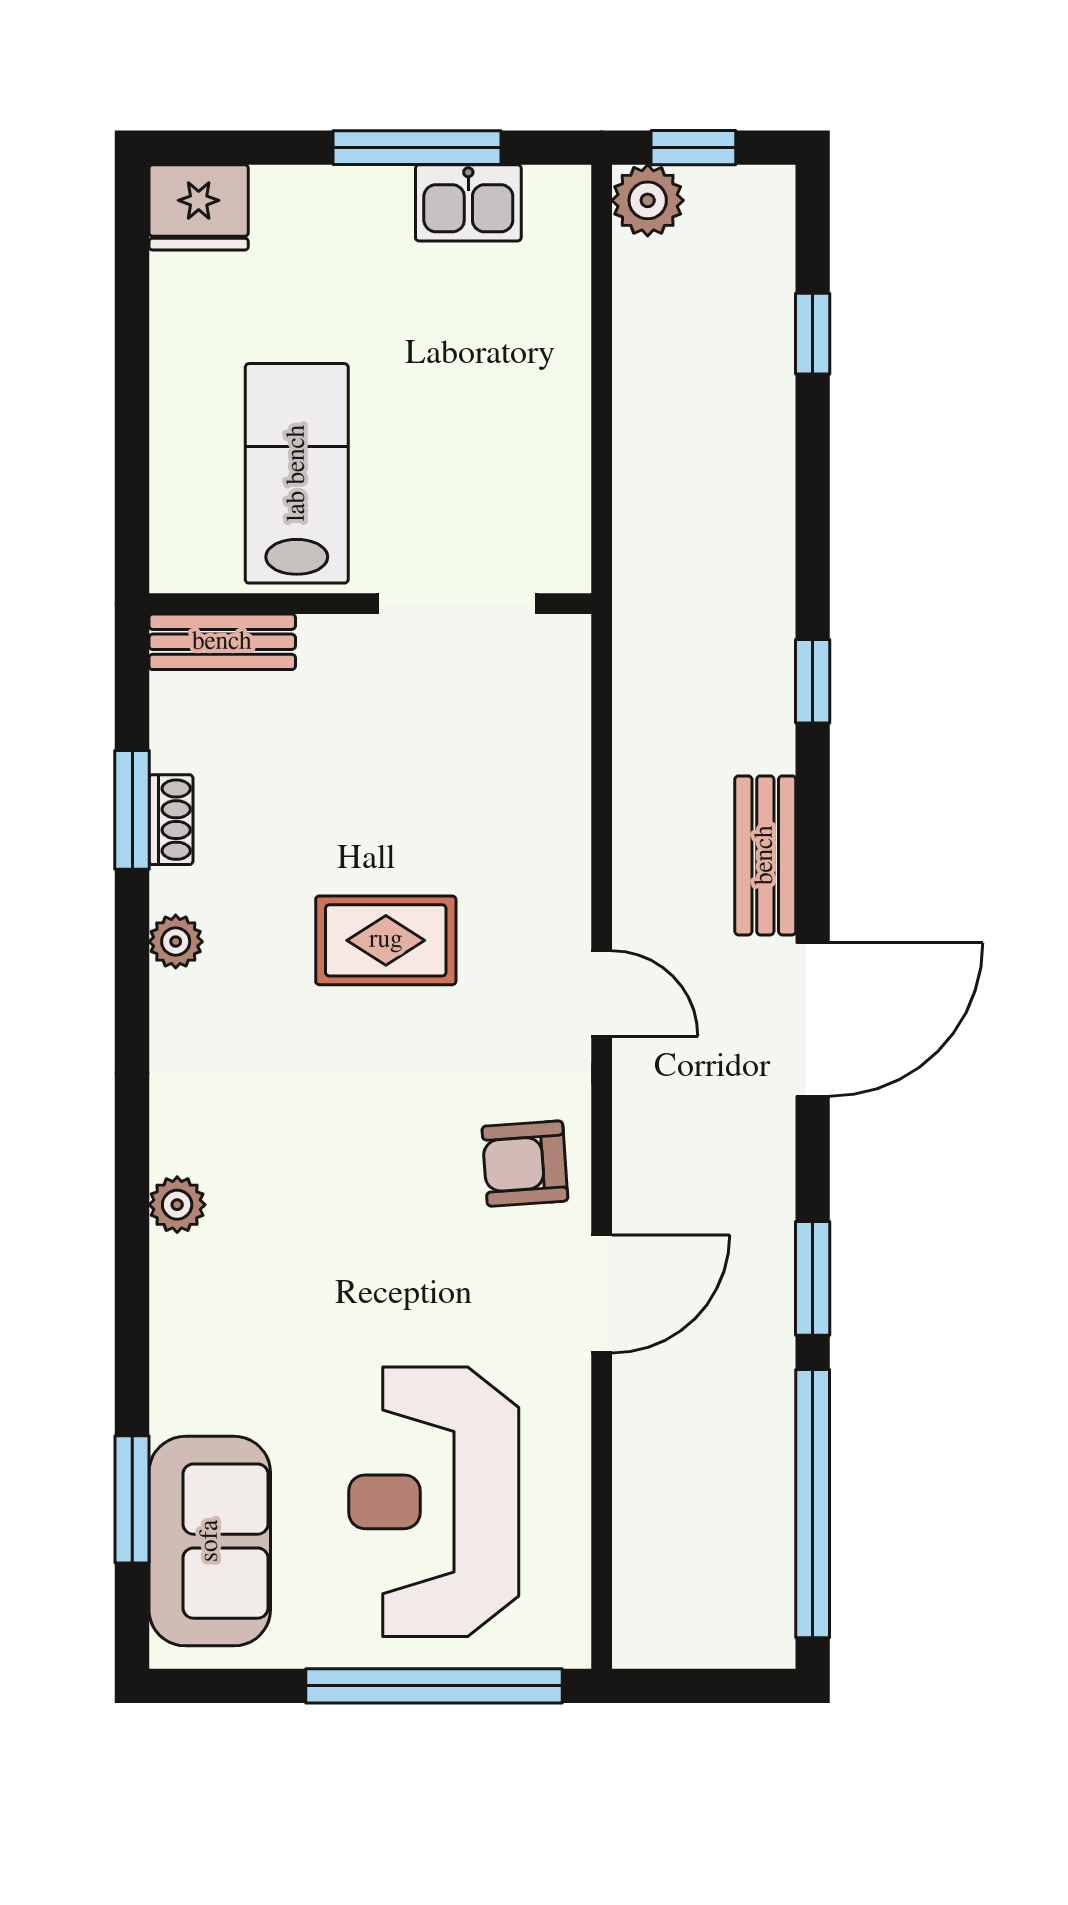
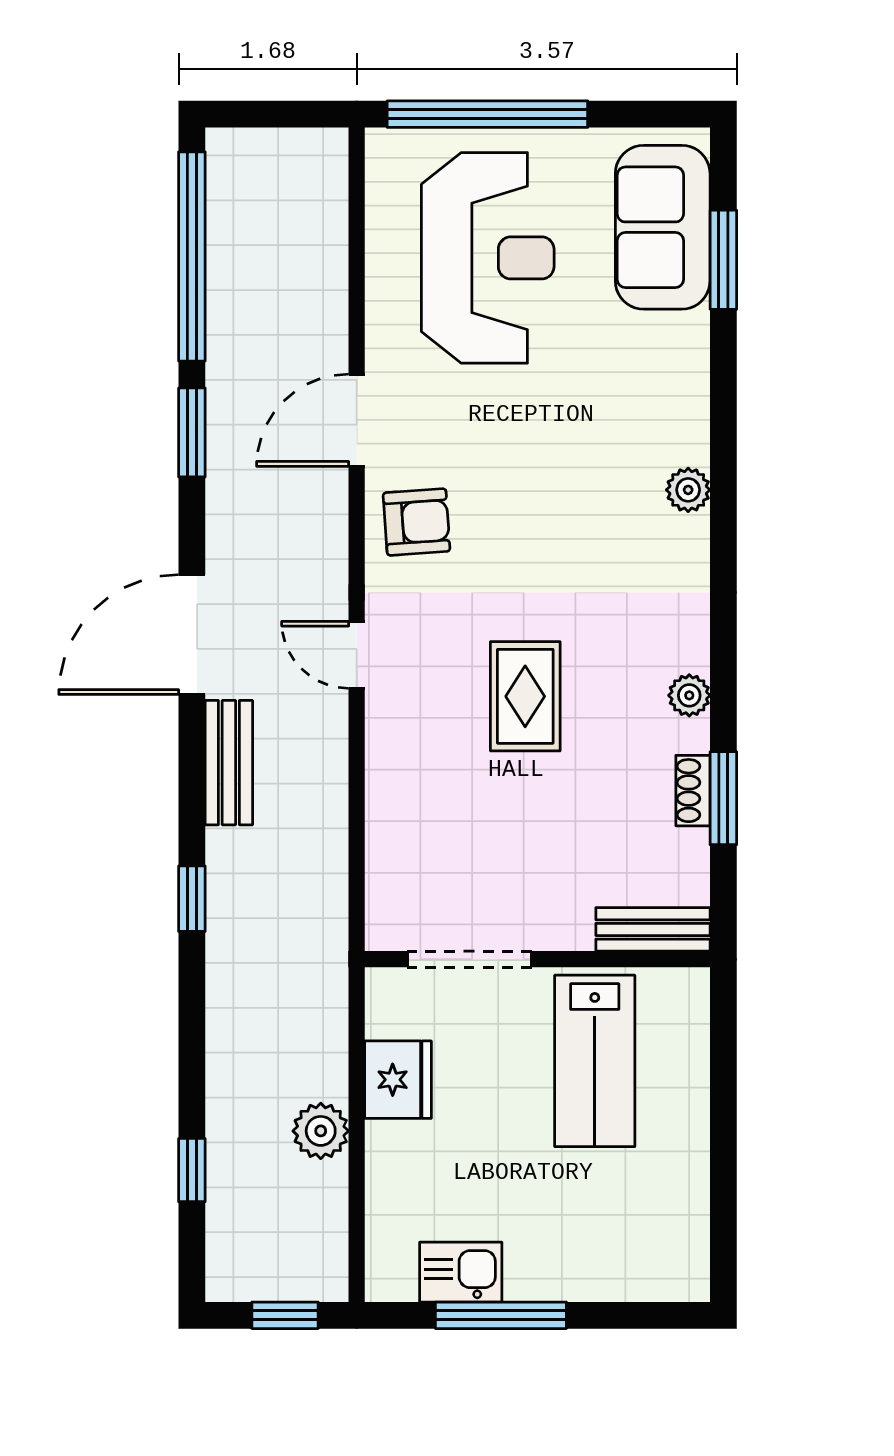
plant: (648, 200) -> (321, 1131), moved
fridge: (199, 207) -> (398, 1080), moved, turned 90
rug: (386, 940) -> (525, 696), turned 90

